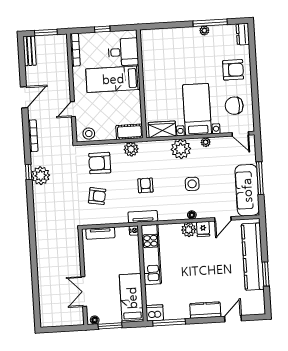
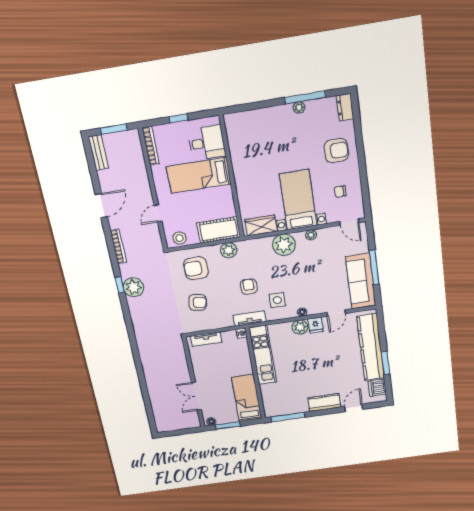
chair: (234, 106) -> (340, 191), width x0.54, depth x0.54
cot: (129, 132) -> (219, 230), width x1.37, depth x1.34
side table: (192, 184) -> (277, 300), moved
dishwasher: (155, 313) -> (377, 388), moved, turned -90

